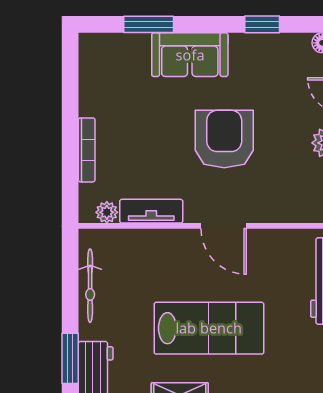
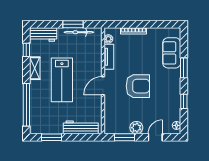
window: (149, 24) -> (184, 68), moved
sofa: (190, 55) -> (172, 53), moved
window: (70, 358) -> (73, 24), moved

